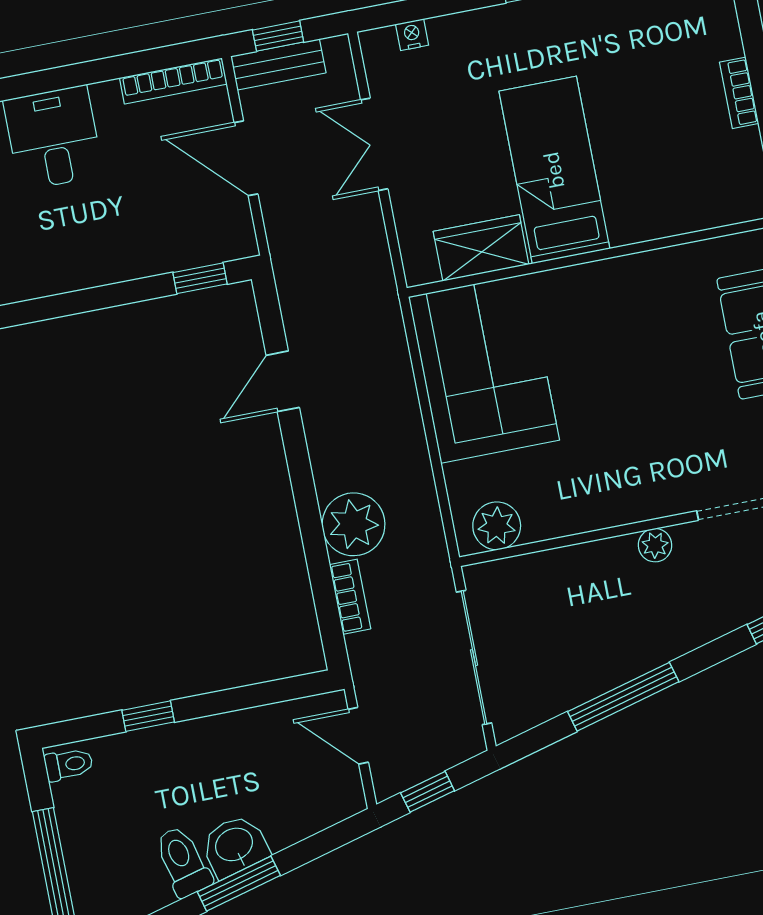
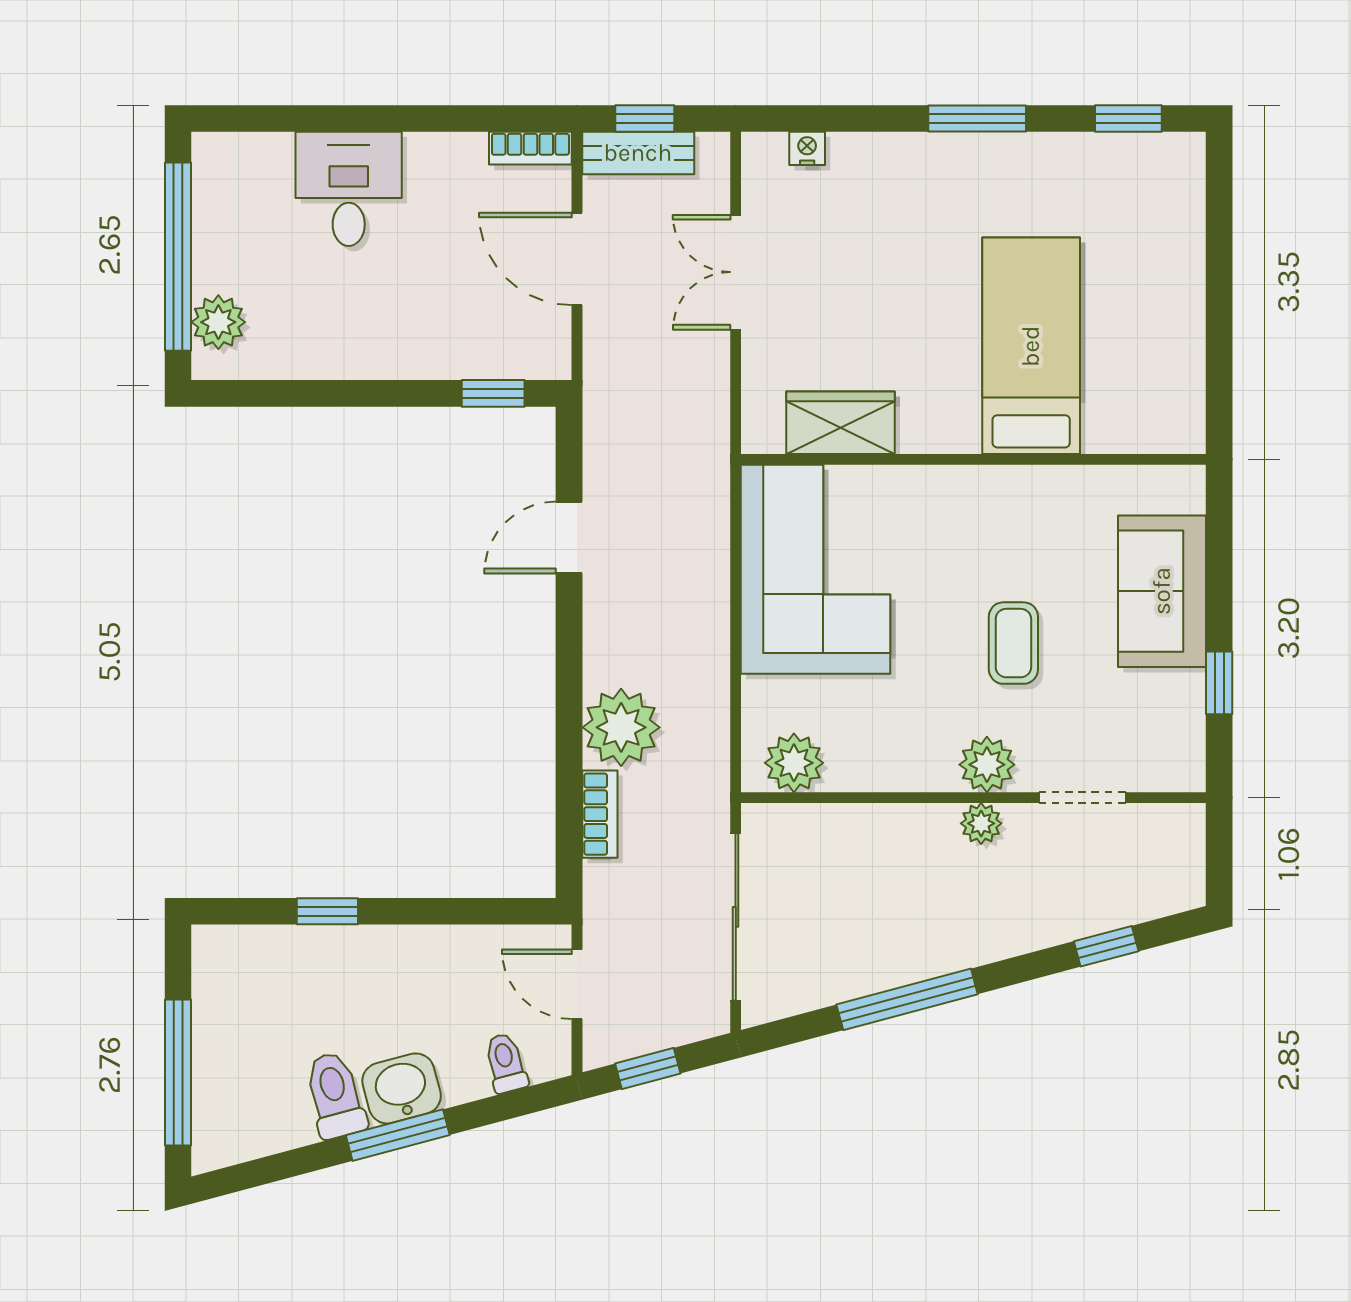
bookcase: (173, 81) -> (530, 148), width x0.64
bookcase: (739, 93) -> (1189, 296), removed
bed: (554, 170) -> (1031, 346), moved
coffee table: (653, 397) -> (1013, 643), added
plant: (651, 497) -> (987, 765), added
toilet: (69, 764) -> (506, 1063), moved, turned -105

